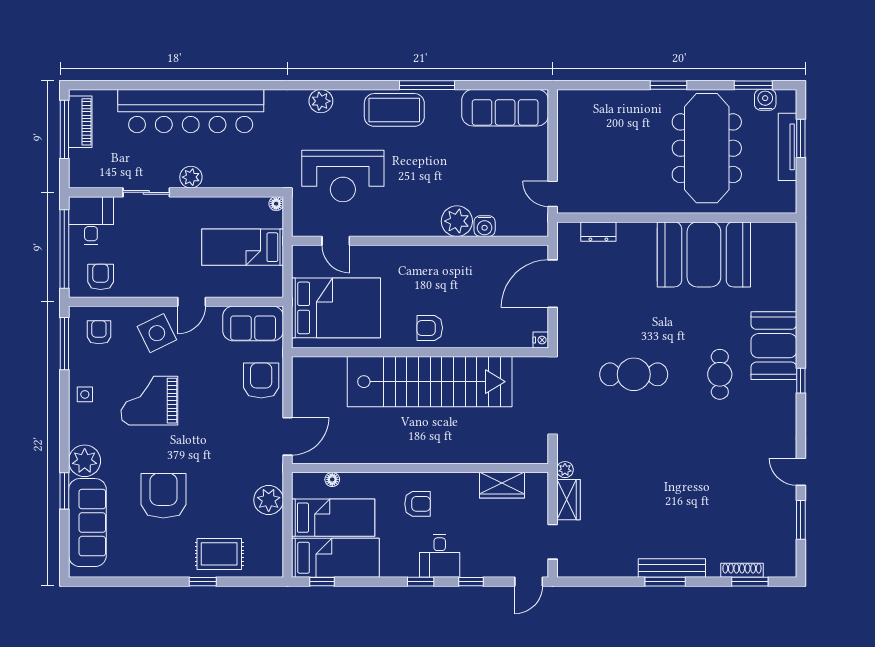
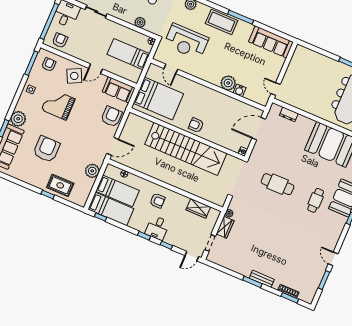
plant: (191, 177) -> (140, 22), moved
bench: (672, 568) -> (262, 279), width x0.73

